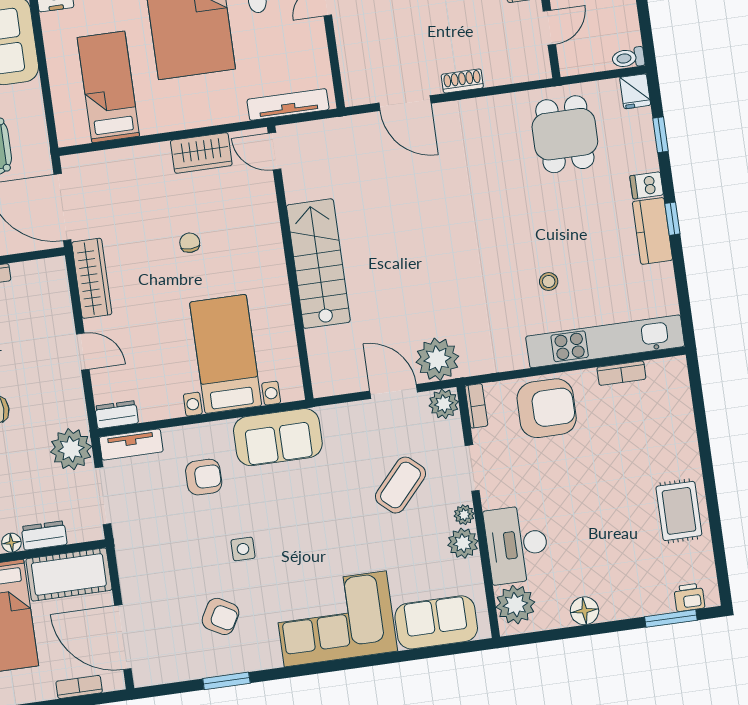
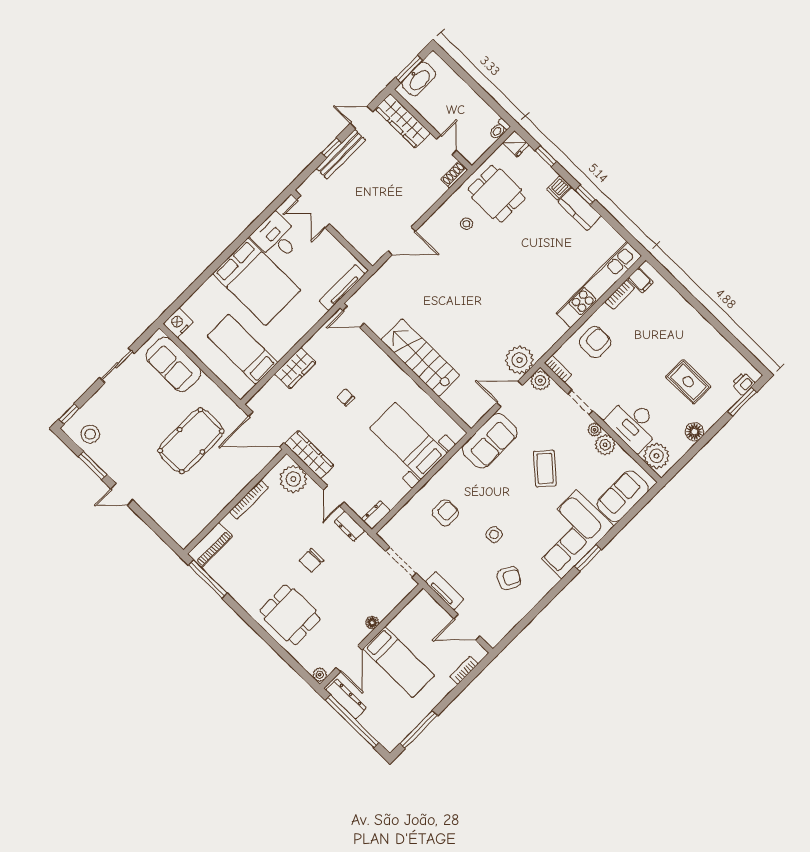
shoe rack: (462, 81) -> (454, 175), moved
wardrobe: (201, 153) -> (295, 368), moved
stool: (549, 282) -> (467, 224), moved
door: (83, 352) -> (334, 496), swing flipped
filing cabinet: (660, 375) -> (640, 280), added
armchair: (547, 408) -> (595, 342), width x0.73, depth x0.73
sofa: (278, 437) -> (490, 441), moved
tv unit: (131, 444) -> (444, 591), moved, turned -90
plant: (71, 449) -> (293, 479), moved
coffee table: (401, 485) -> (545, 469), moved
rug: (679, 511) -> (688, 382), moved
dresser: (44, 536) -> (349, 526), moved, turned -90
cot: (69, 574) -> (414, 616), removed
door: (123, 637) -> (467, 627), width x0.73
window: (226, 681) -> (588, 558), moved

